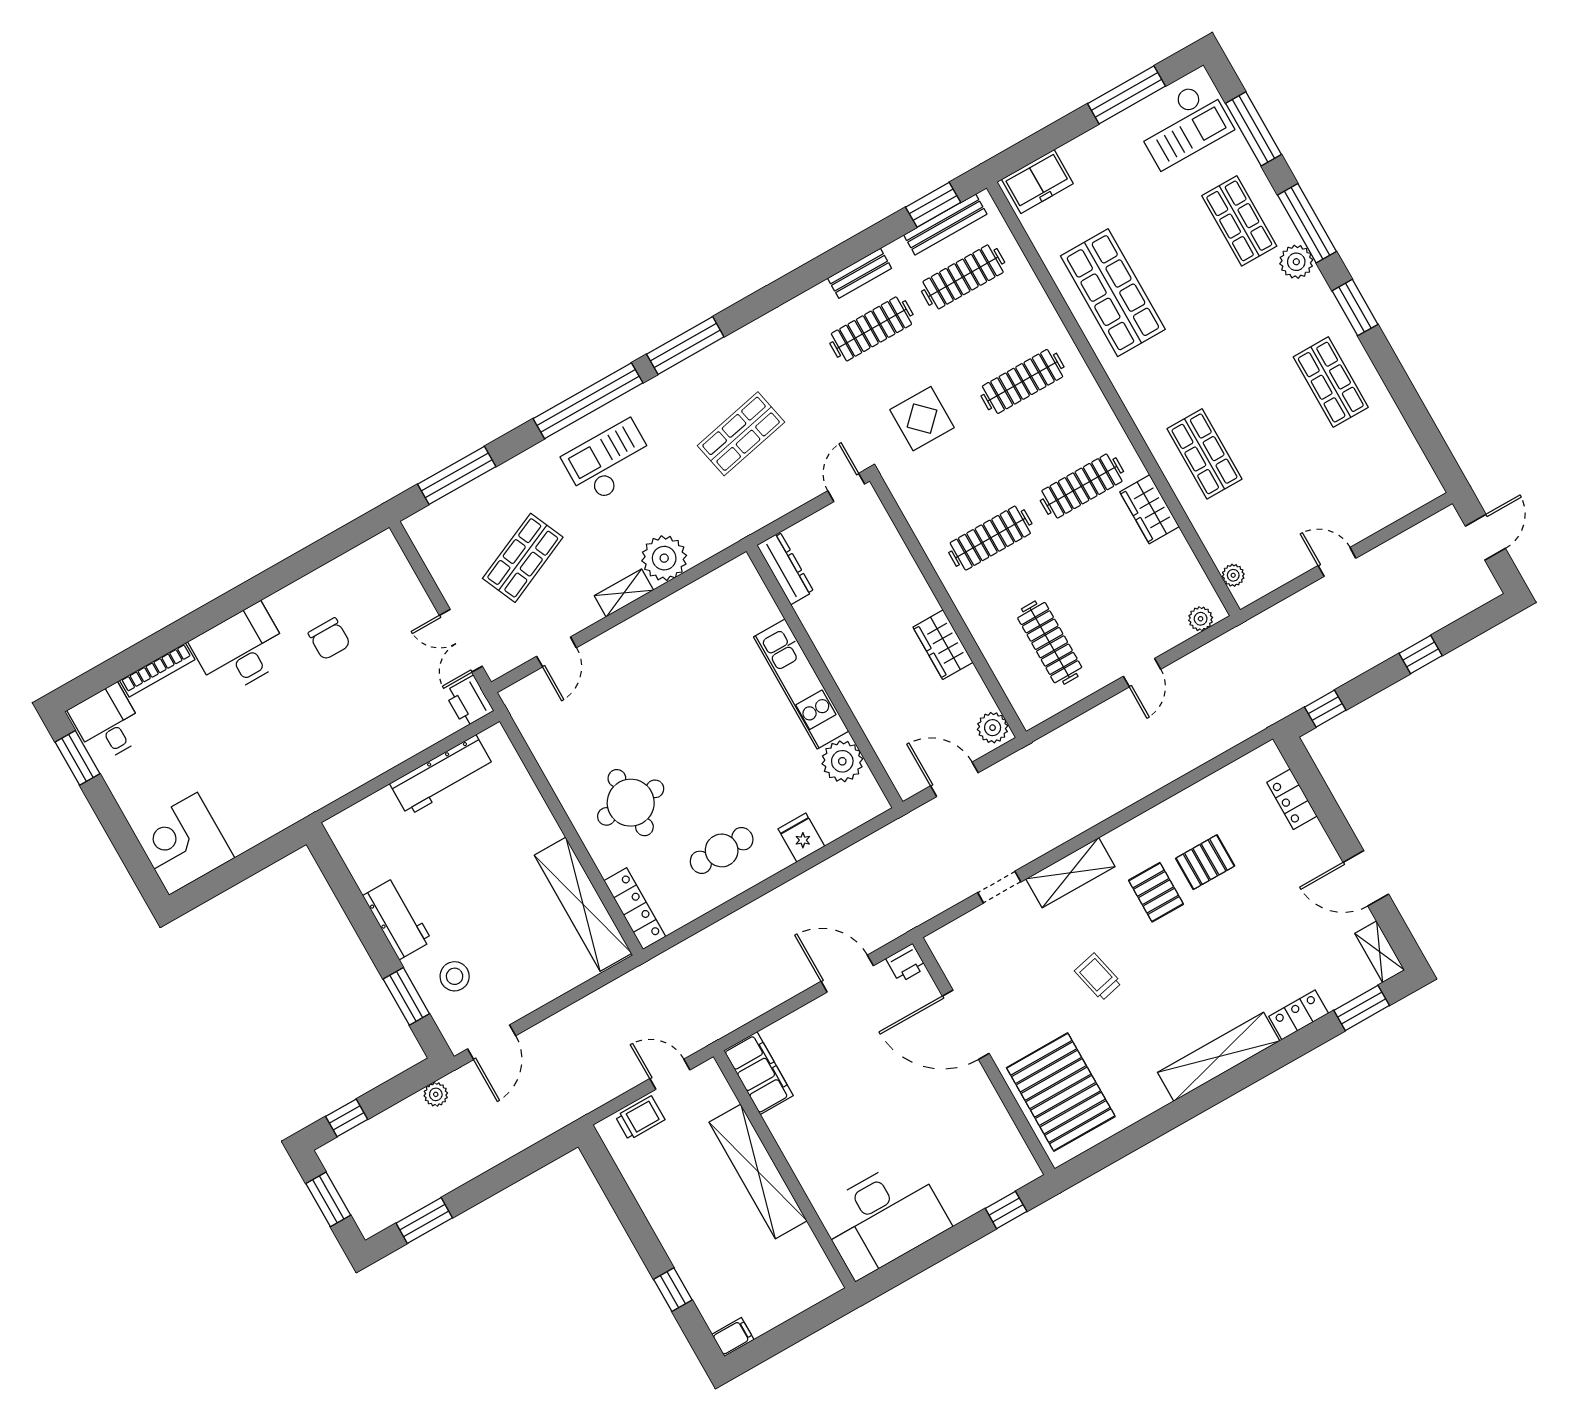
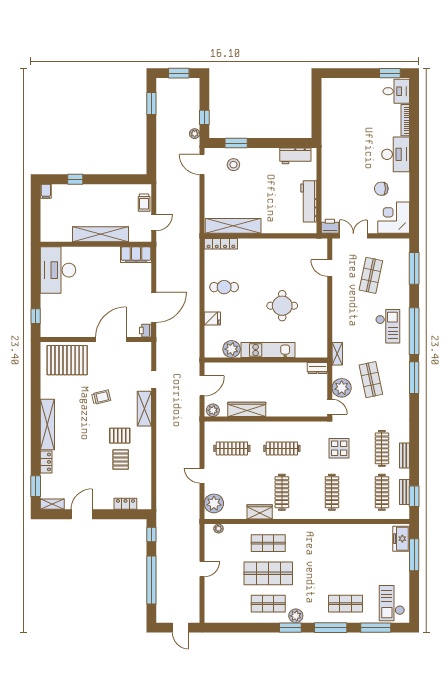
window: (1127, 95) -> (414, 555), moved
bench: (945, 224) -> (405, 492), width x0.73
plant: (1296, 262) -> (296, 616), moved
shop shelf: (1113, 293) -> (268, 573), moved
clothes rail: (990, 538) -> (282, 448), turned 90
shop shelf: (523, 558) -> (371, 275), turned 36
plant: (664, 558) -> (342, 388), moved
dresser: (785, 568) -> (317, 368), width x0.70
shelving: (624, 593) -> (337, 354), moved
plant: (1201, 619) -> (214, 503), width x1.87, depth x1.87
wardrobe: (943, 645) -> (247, 409), width x1.50
window: (1421, 654) -> (151, 580), width x3.17
round table: (631, 803) -> (282, 306), moved
corner desk: (183, 844) -> (394, 218), moved, turned -90
cafe table: (722, 850) -> (224, 287), turned 90
workbench: (397, 918) -> (295, 156), moved
door: (847, 974) -> (154, 307), width x1.36
window: (347, 1118) -> (204, 117), moved

